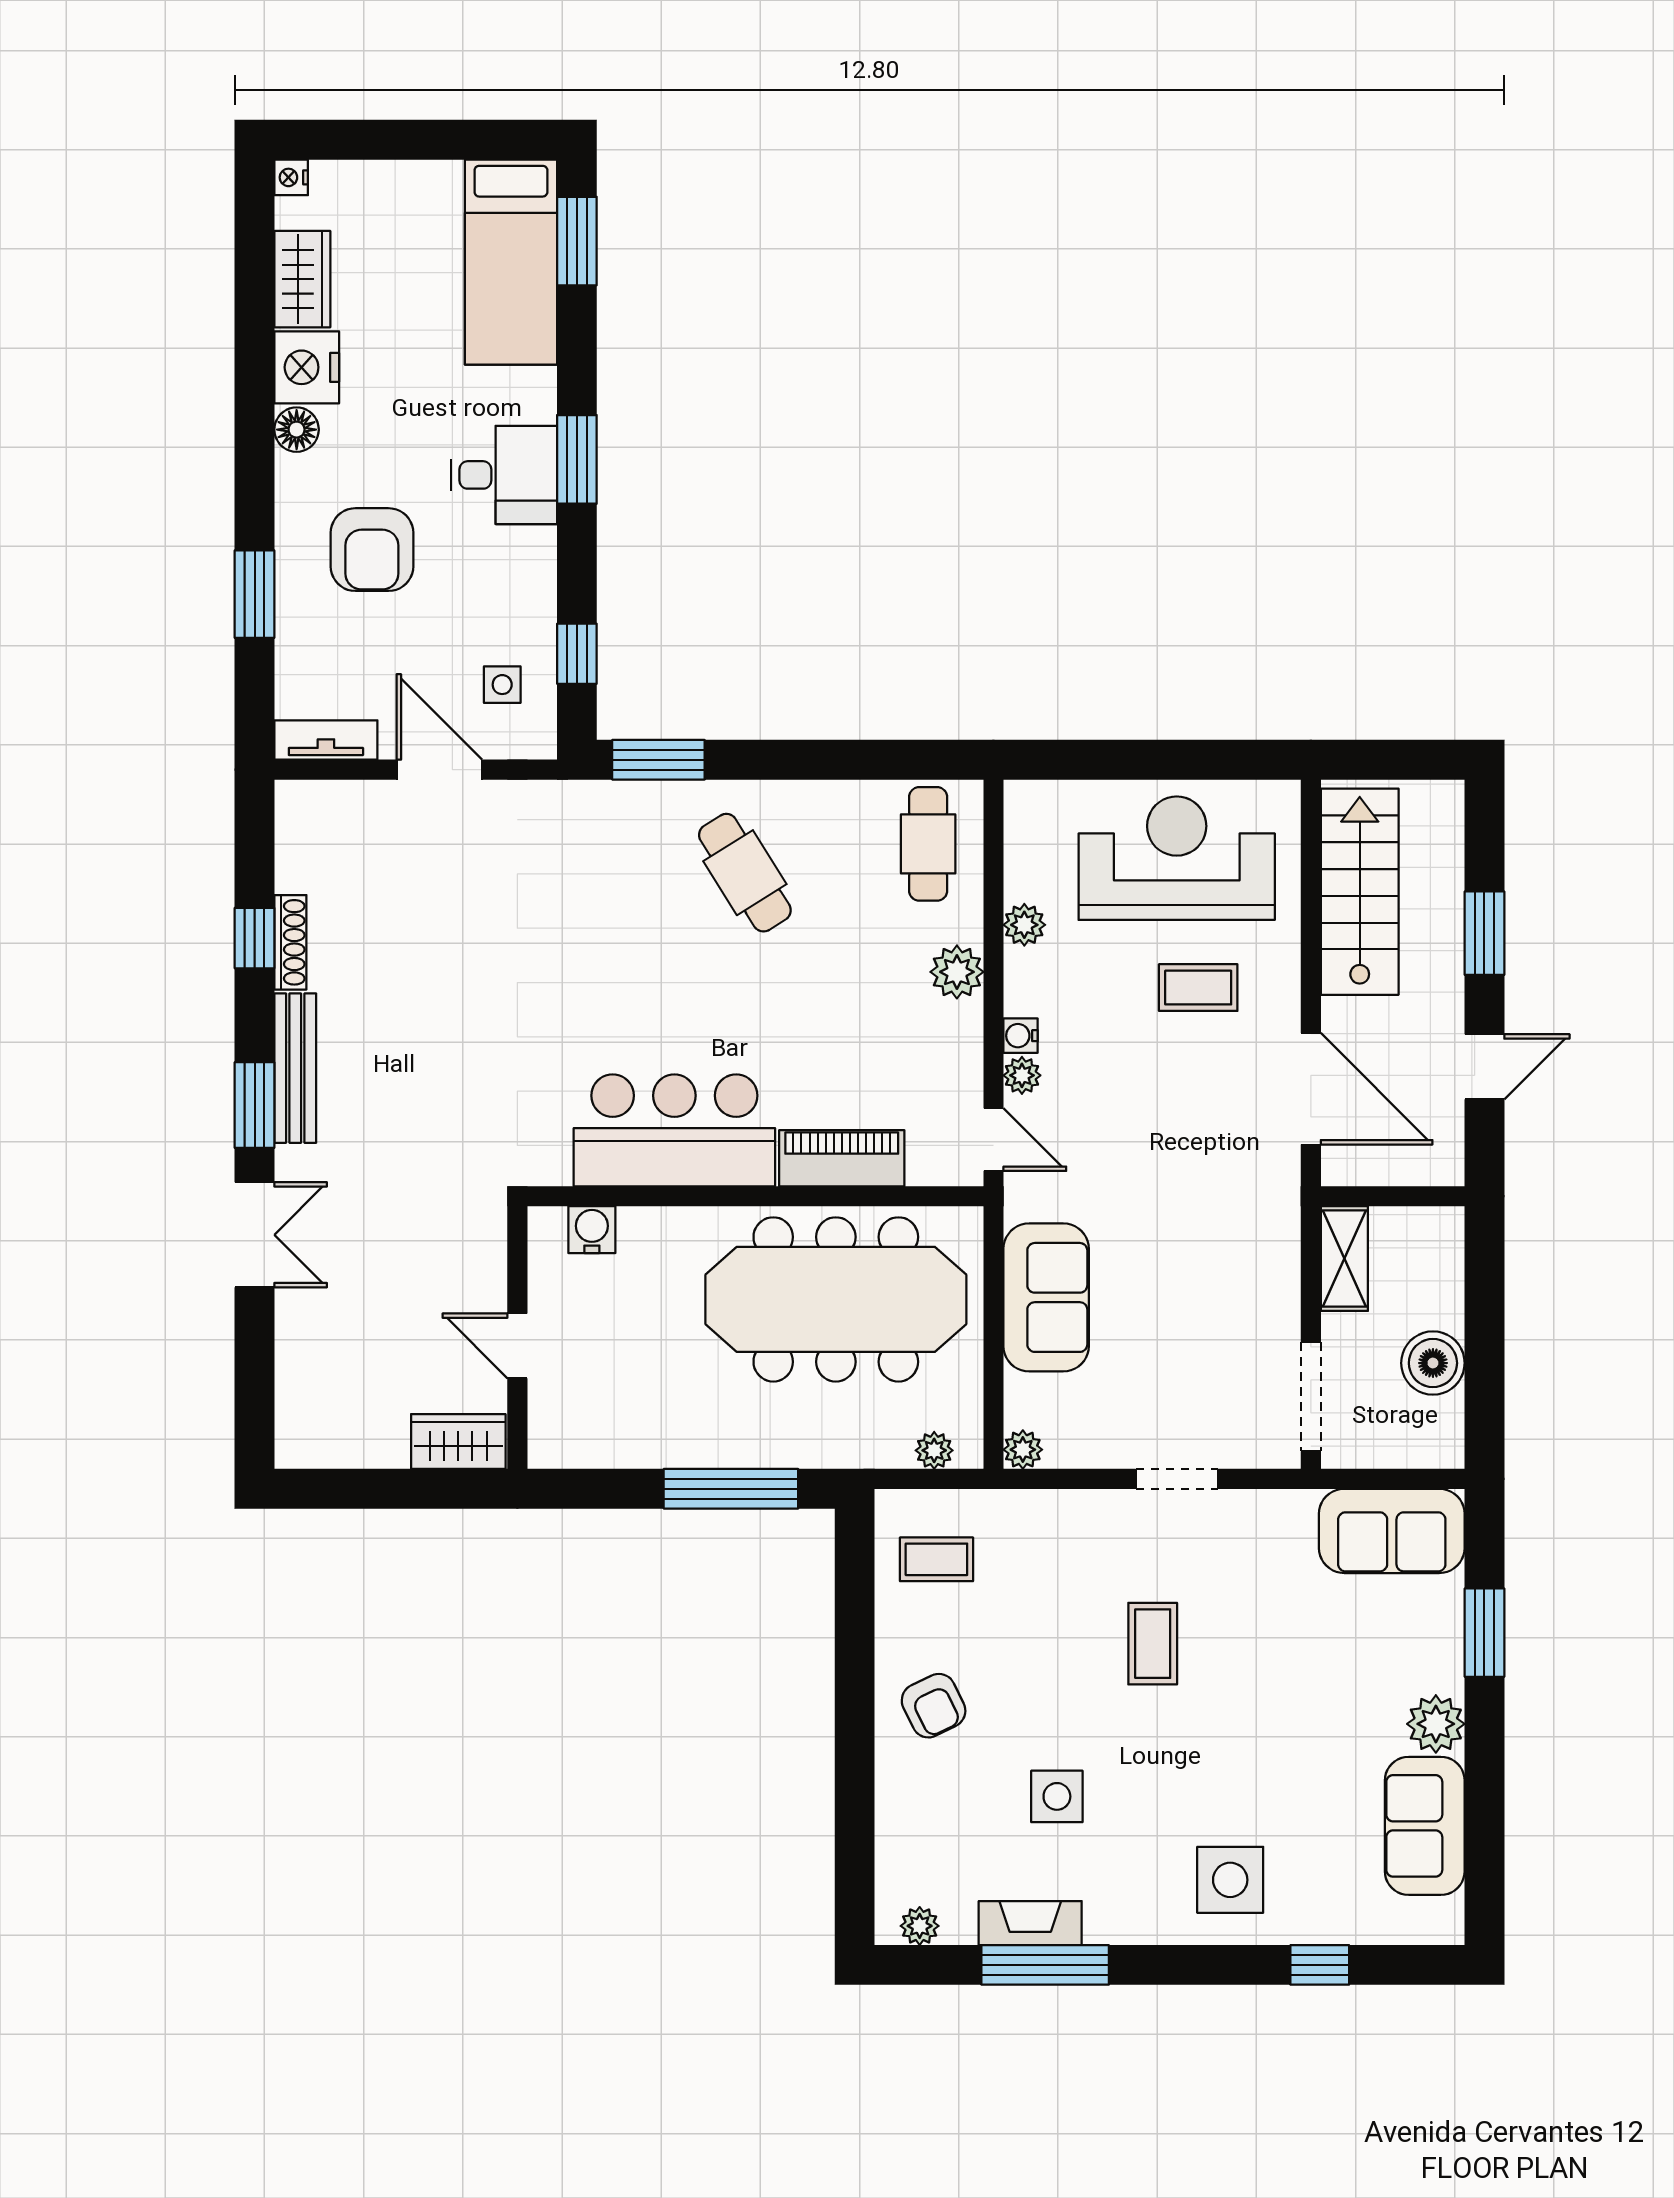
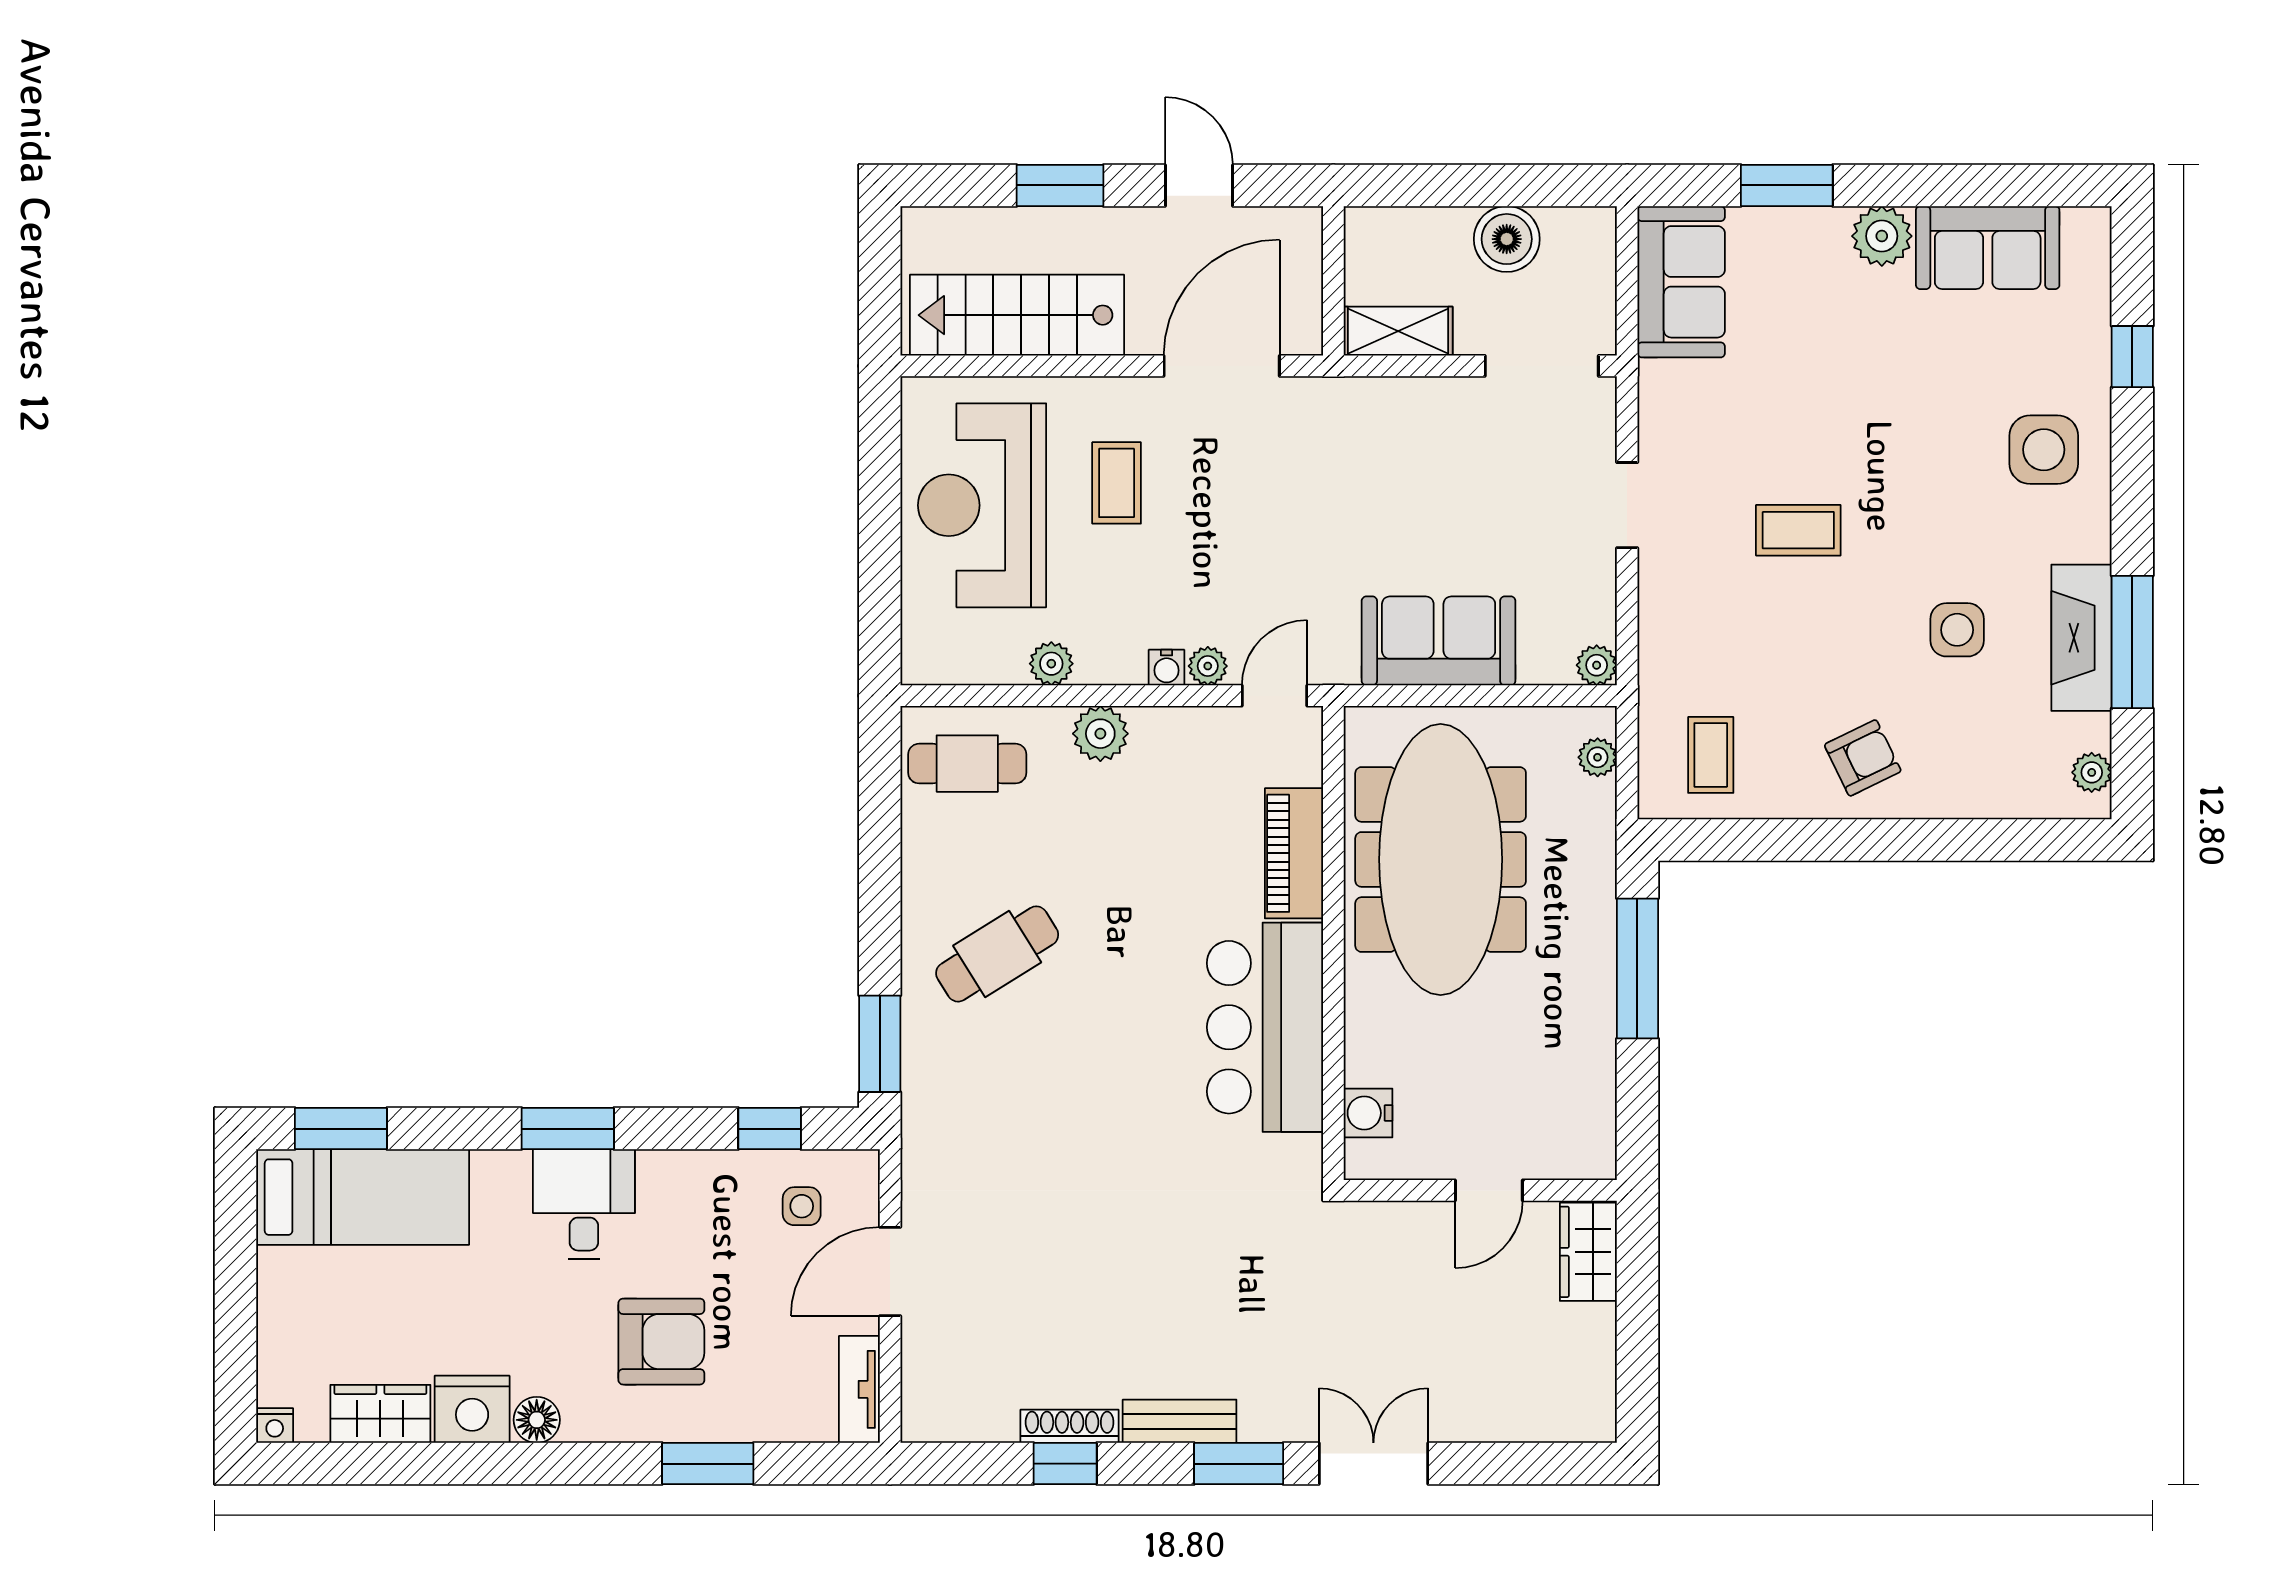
bench: (295, 1068) -> (1180, 1421), width x0.73
fireplace: (1030, 1923) -> (2081, 638), width x1.37, depth x1.32

